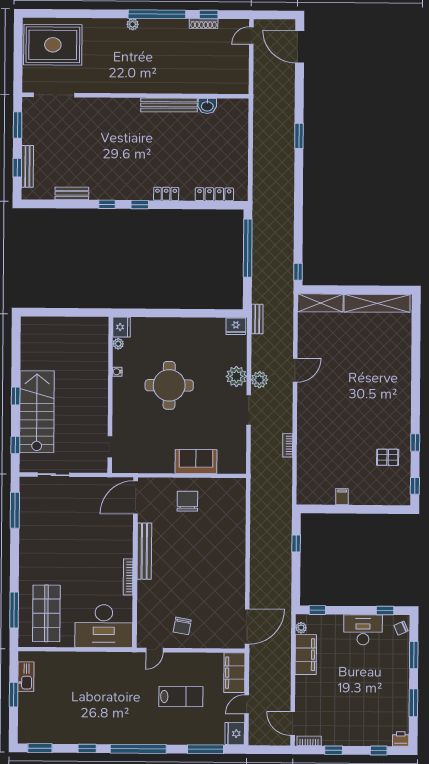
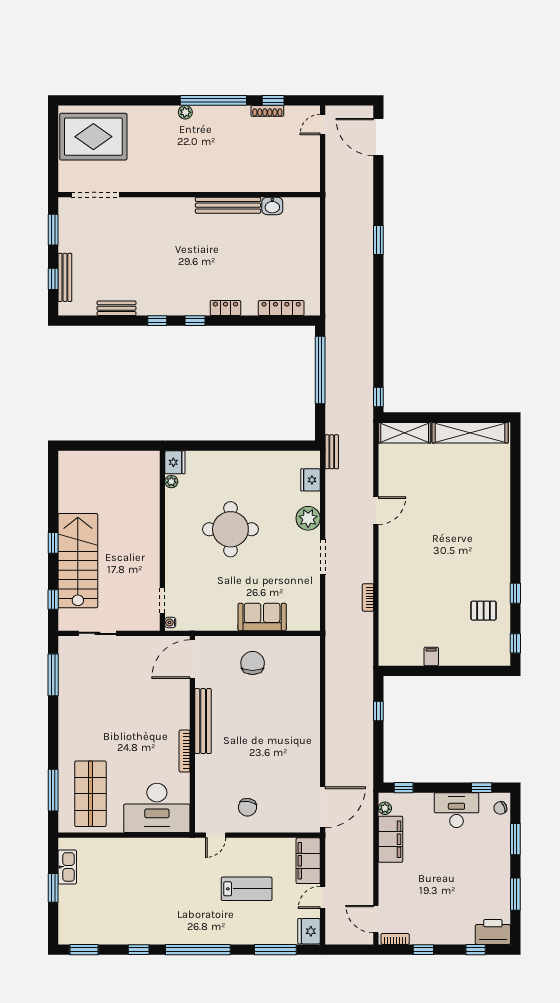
fridge: (236, 326) -> (310, 480), moved, turned 90
water cooler: (117, 372) -> (170, 622), moved
plant: (259, 380) -> (335, 522), removed
printer: (401, 739) -> (493, 932), width x1.87, depth x1.48

